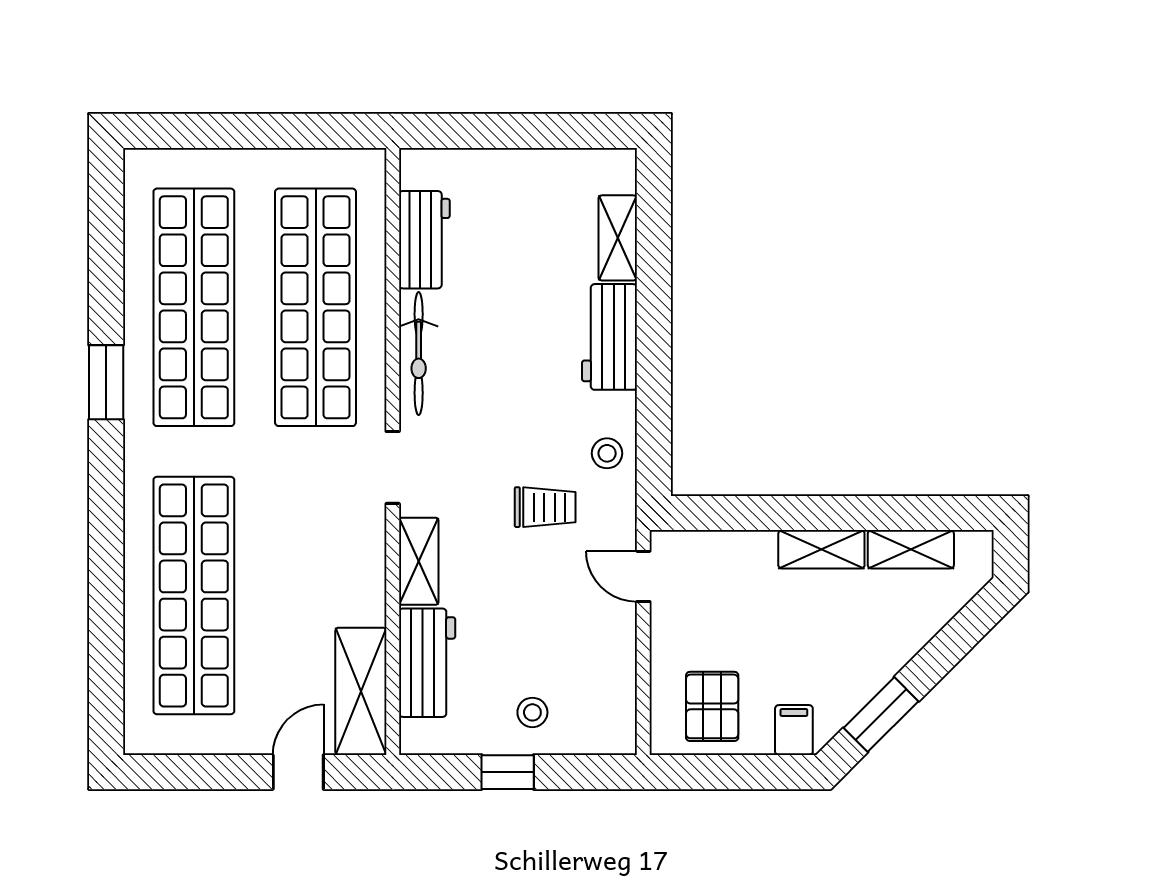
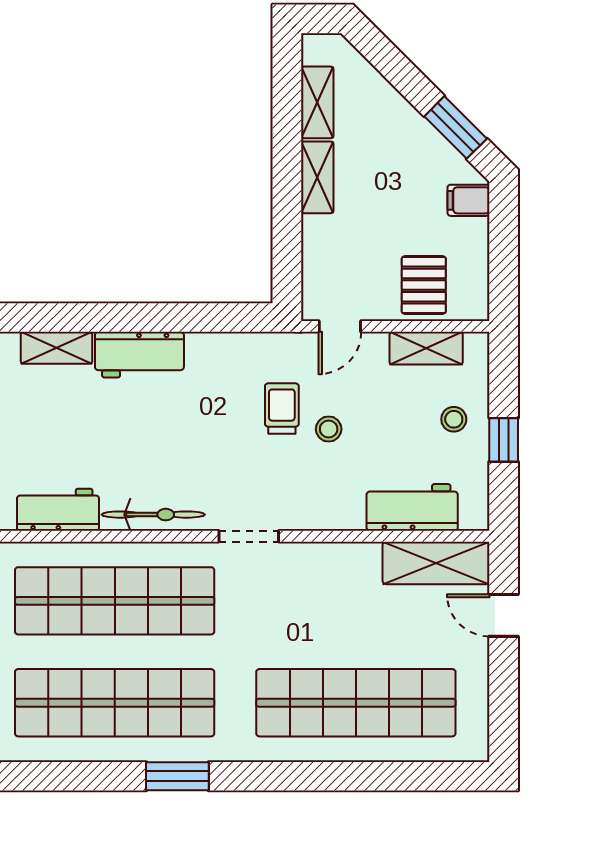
stool: (607, 453) -> (329, 429), moved
shelving: (419, 561) -> (426, 348), moved
pallet: (712, 706) -> (424, 285), moved, turned 90

